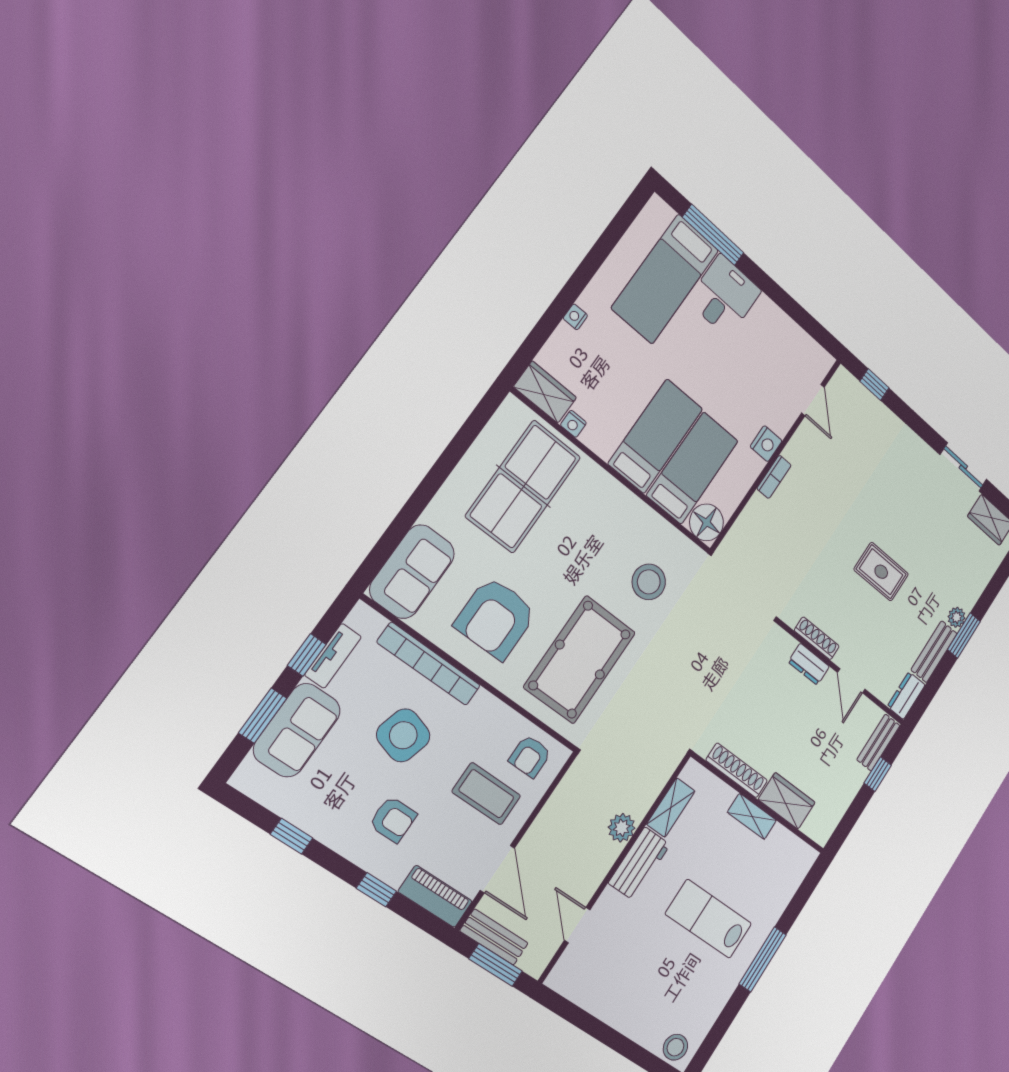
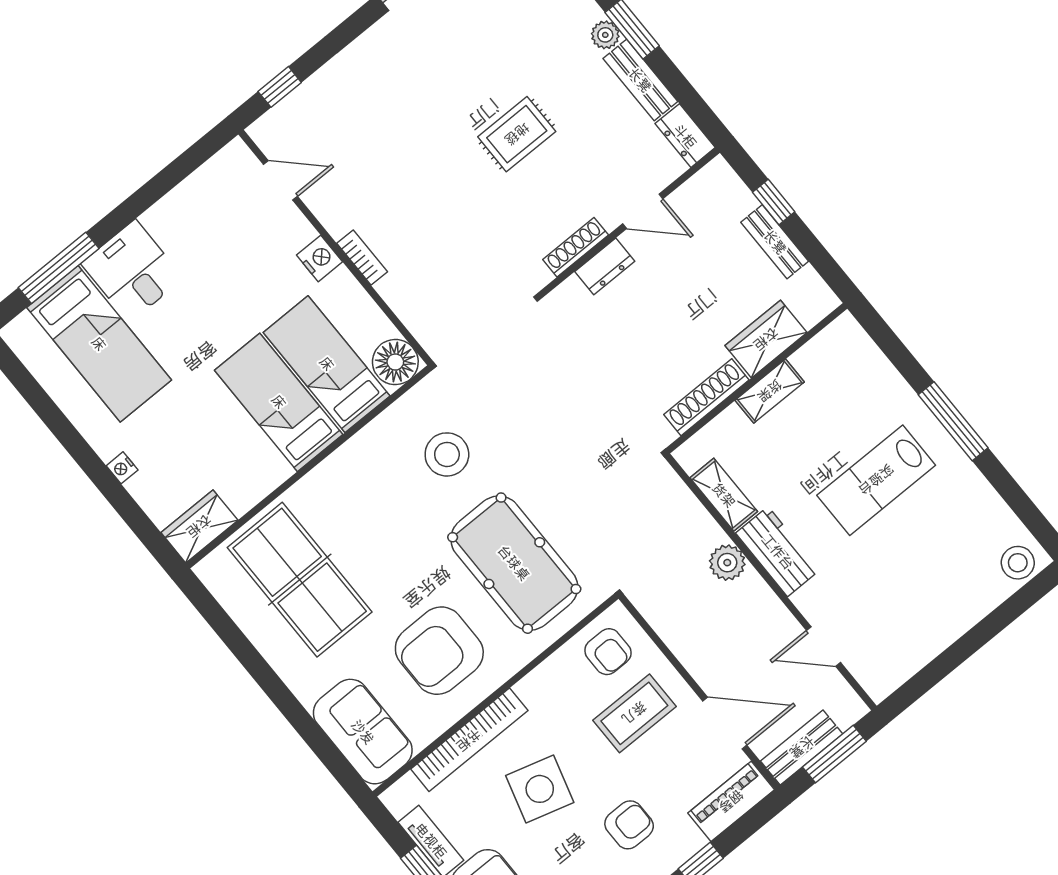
nightstand: (573, 424) -> (242, 501), removed
armchair: (496, 618) -> (439, 651), turned 90
bench: (878, 743) -> (775, 242), moved

